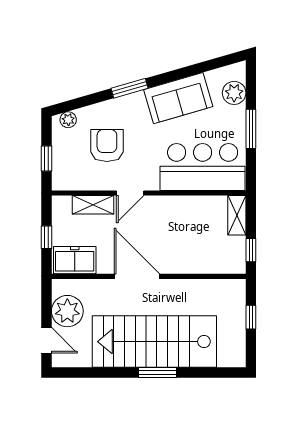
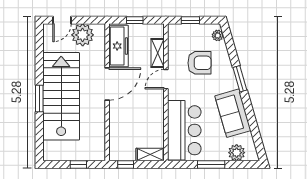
door: (130, 193) -> (166, 79), hinge flipped
freezer: (75, 260) -> (119, 46), width x1.40

